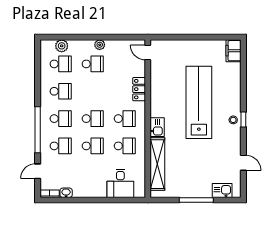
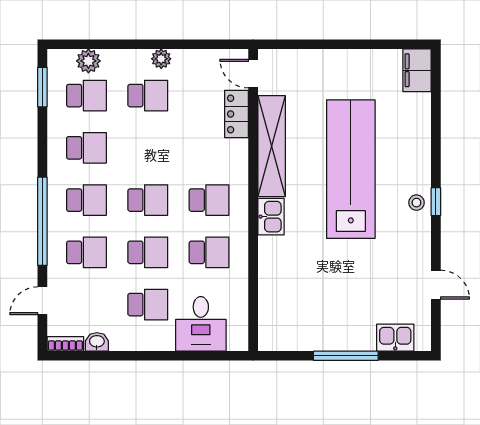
window: (38, 59) -> (42, 87), added
locker: (139, 89) -> (237, 114), moved
shelving: (157, 164) -> (272, 146), moved
school desk: (93, 173) -> (148, 305), added

